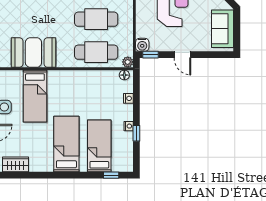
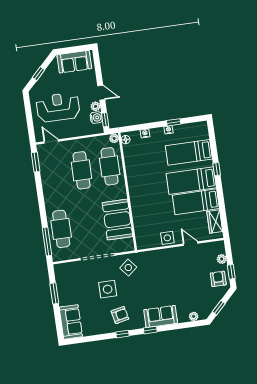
water cooler: (142, 45) -> (96, 118), moved
plant: (168, 46) -> (96, 106), added
door: (182, 55) -> (101, 93), hinge flipped
bed: (35, 96) -> (196, 202), moved, turned 180
window: (111, 175) -> (217, 169), moved

